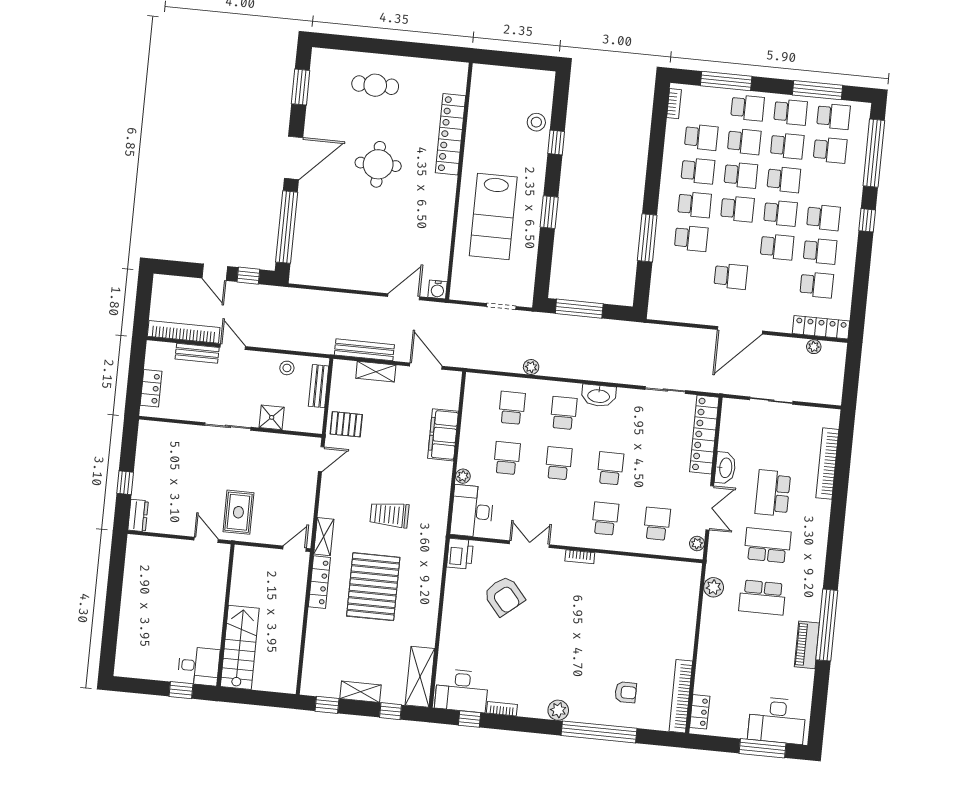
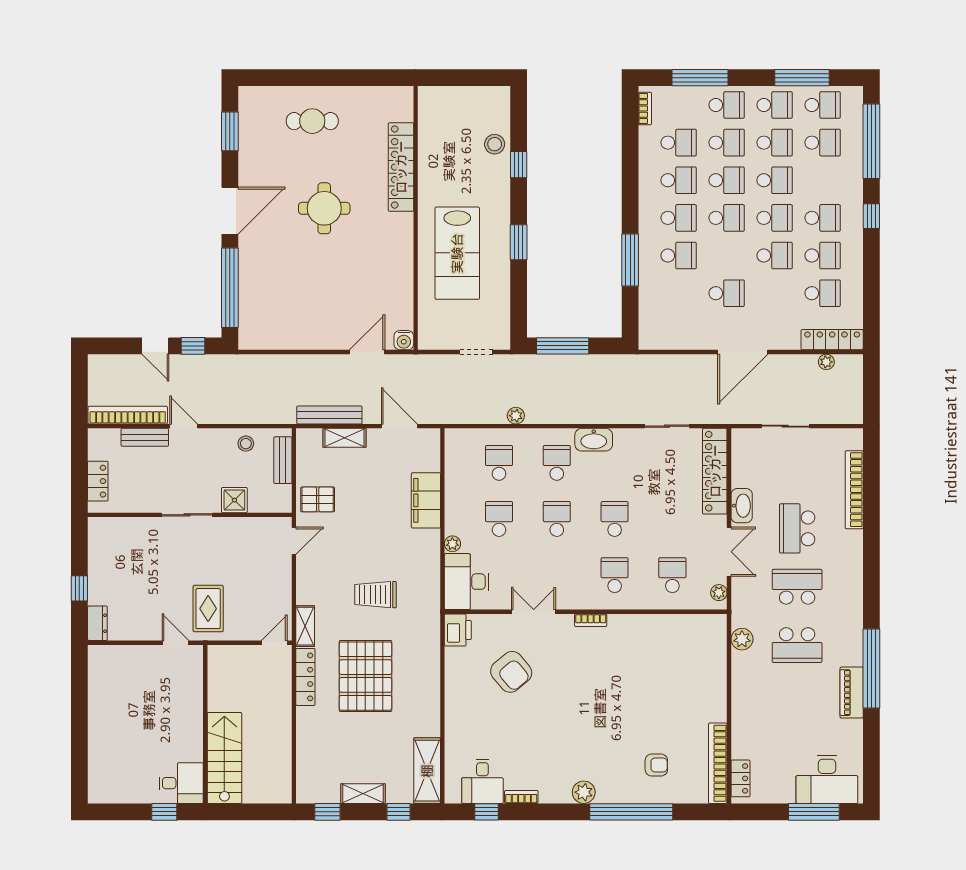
desk: (462, 691) -> (482, 781), width x0.73

